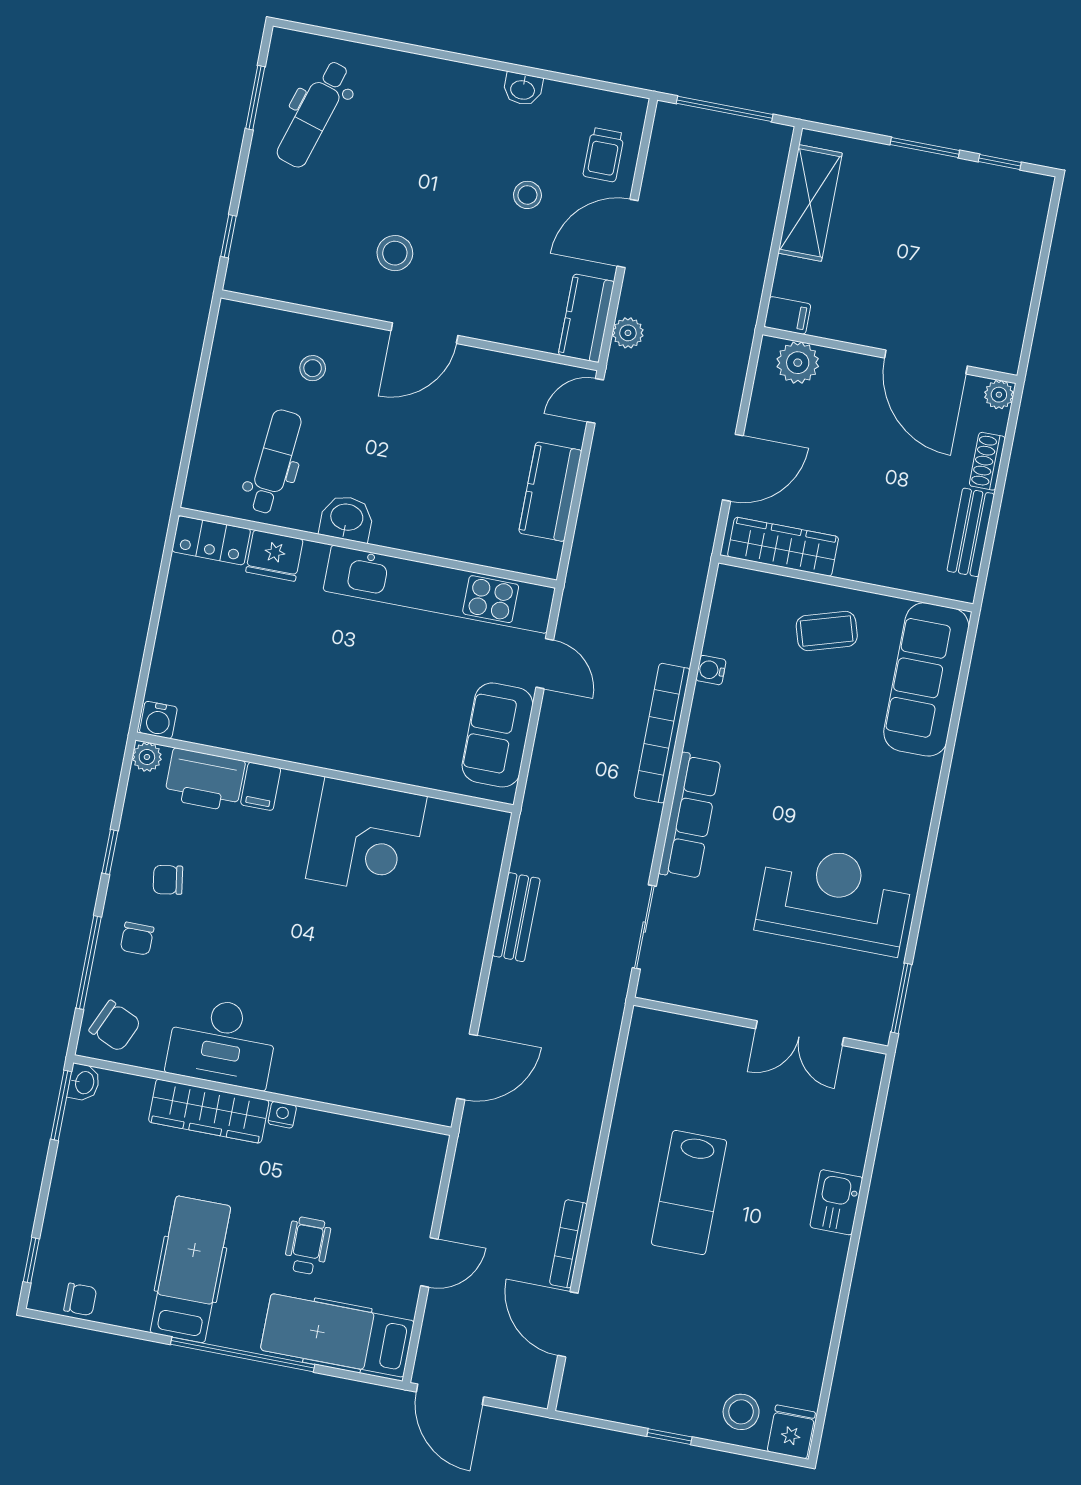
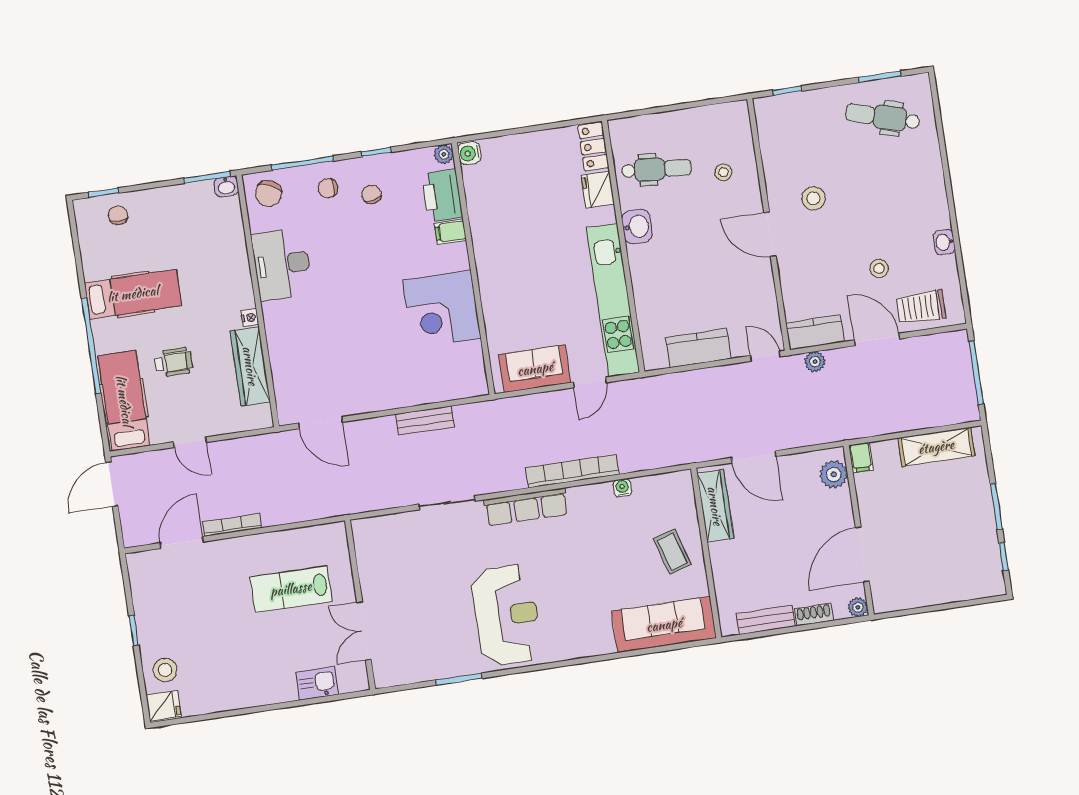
trolley: (604, 155) -> (921, 307), width x1.36, depth x1.39
wall: (761, 1026) -> (360, 605), moved
double door: (800, 1033) -> (364, 631), moved
wardrobe: (209, 1111) -> (250, 366), moved
chair: (80, 1299) -> (118, 215), moved, turned 180

